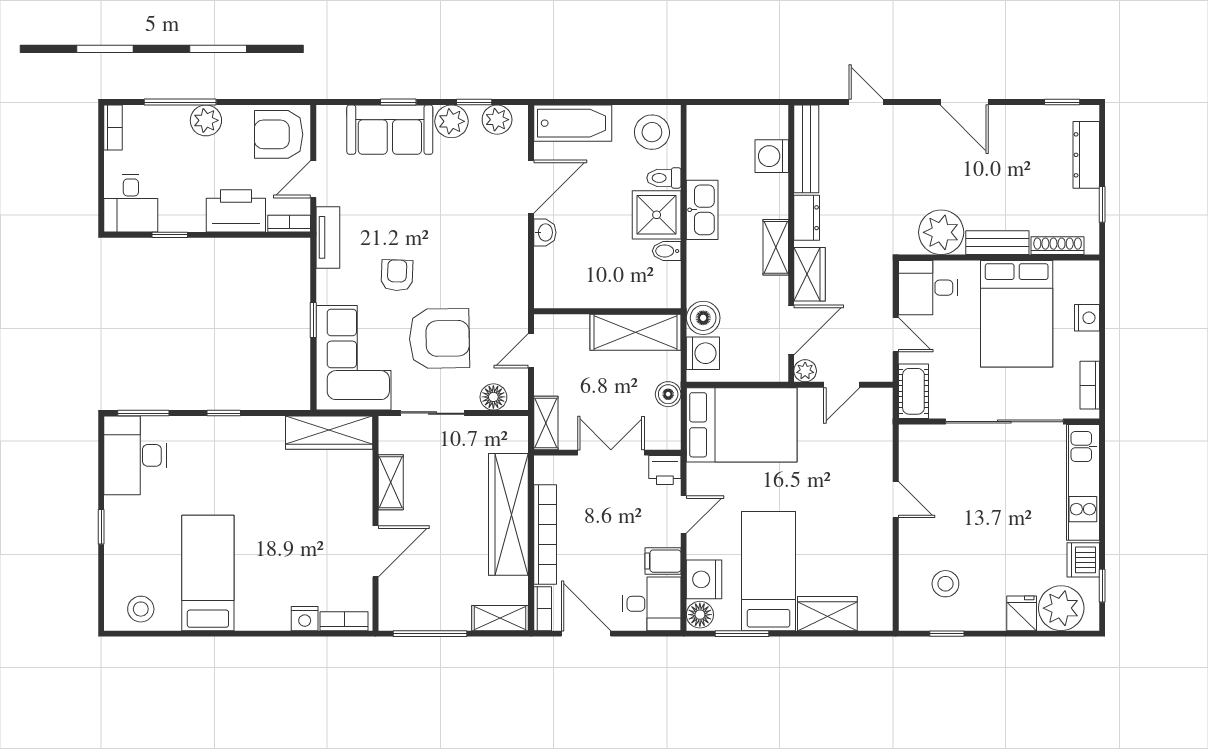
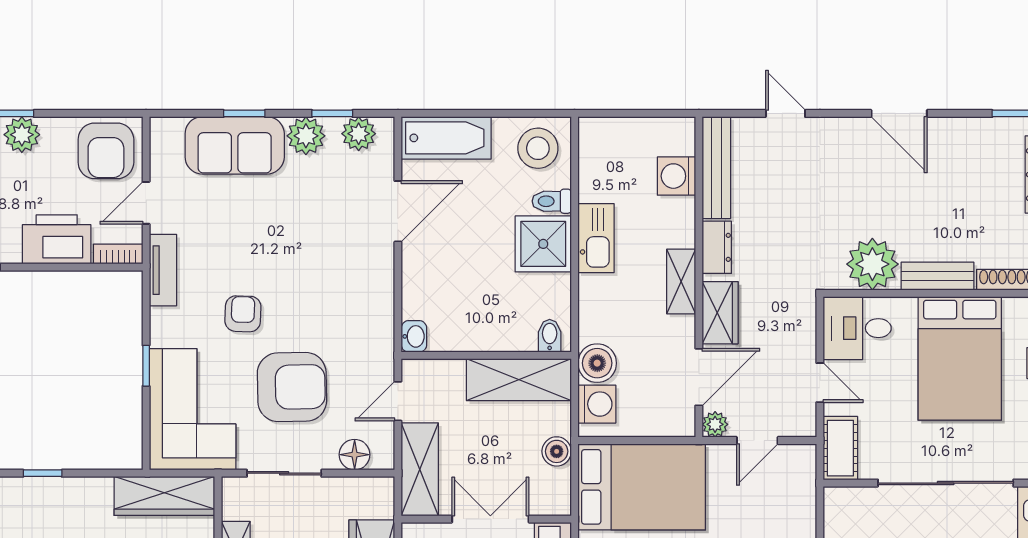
armchair: (279, 134) -> (106, 151), turned -90
washbasin: (545, 232) -> (414, 336), moved
bidet: (667, 251) -> (550, 336), moved, turned 90
shelving: (546, 423) -> (420, 469), width x1.50, depth x1.33

